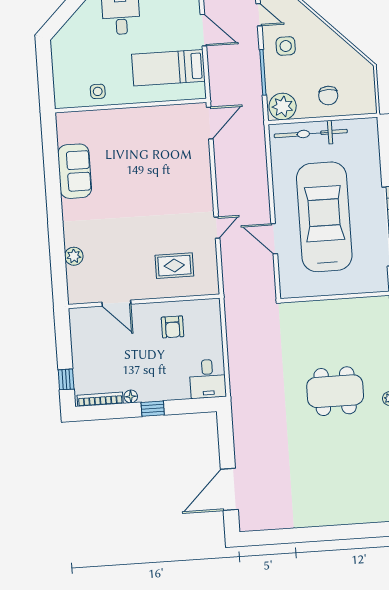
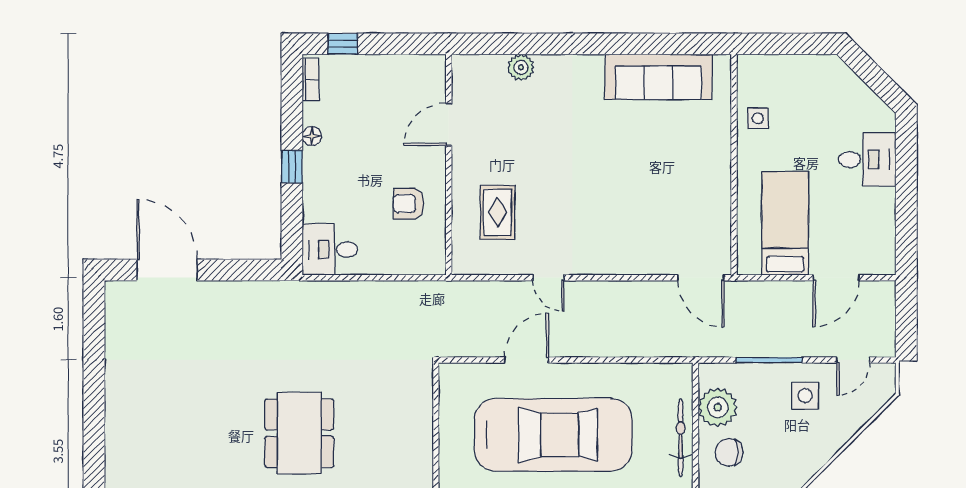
plant: (283, 106) -> (718, 407), moved
bicycle: (311, 133) -> (681, 438), width x0.73, depth x0.71
sofa: (75, 171) -> (658, 77), width x1.36
bookcase: (100, 399) -> (311, 80), width x0.64

